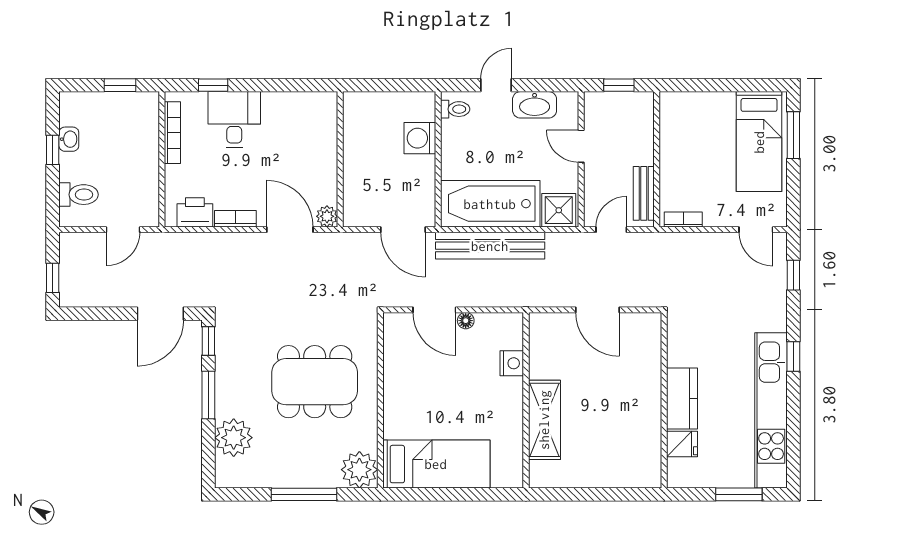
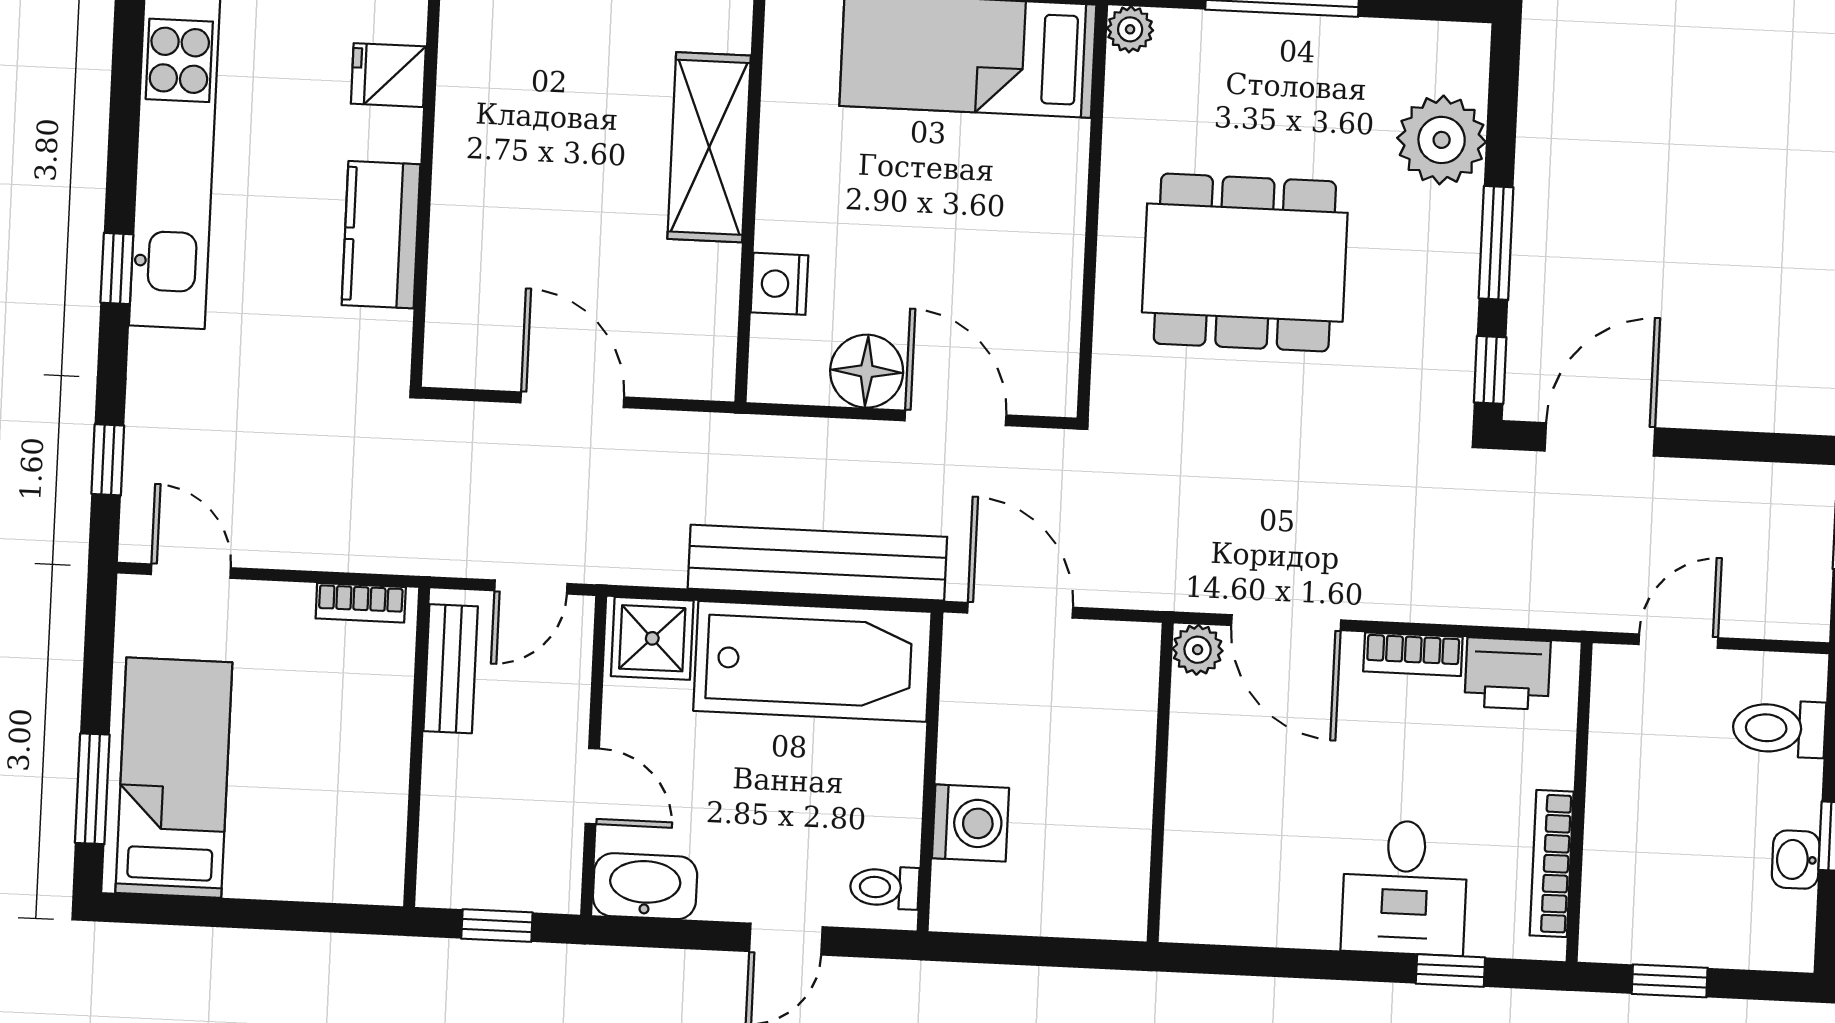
washbasin: (535, 105) -> (645, 886), moved
floor lamp: (466, 321) -> (867, 371), width x1.89, depth x1.89
kitchen counter: (682, 398) -> (381, 235), moved
plant: (359, 470) -> (1130, 29), width x0.53, depth x0.53

